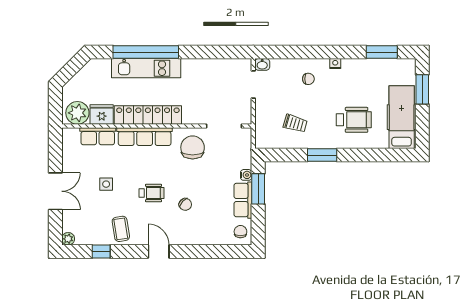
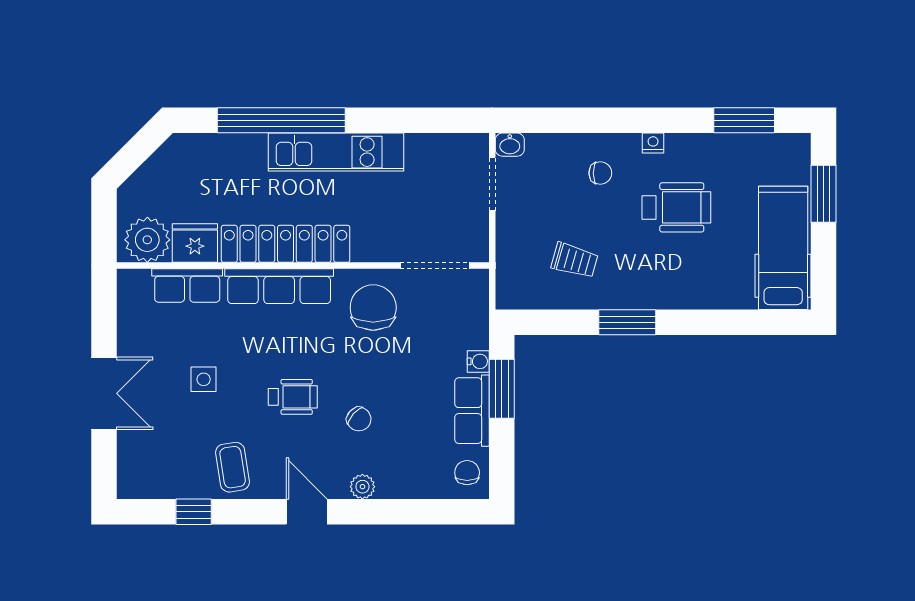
kitchen unit: (146, 68) -> (336, 152), moved
wheelchair: (354, 120) -> (676, 207), moved
plant: (68, 239) -> (362, 487), moved

